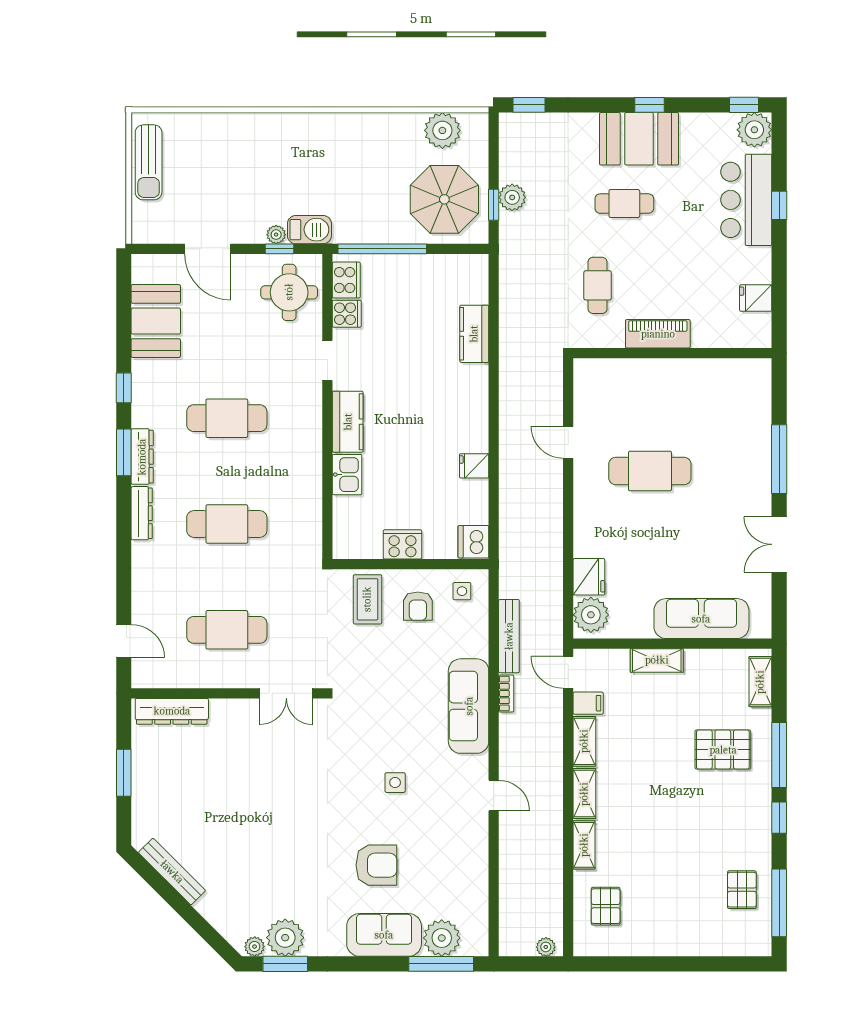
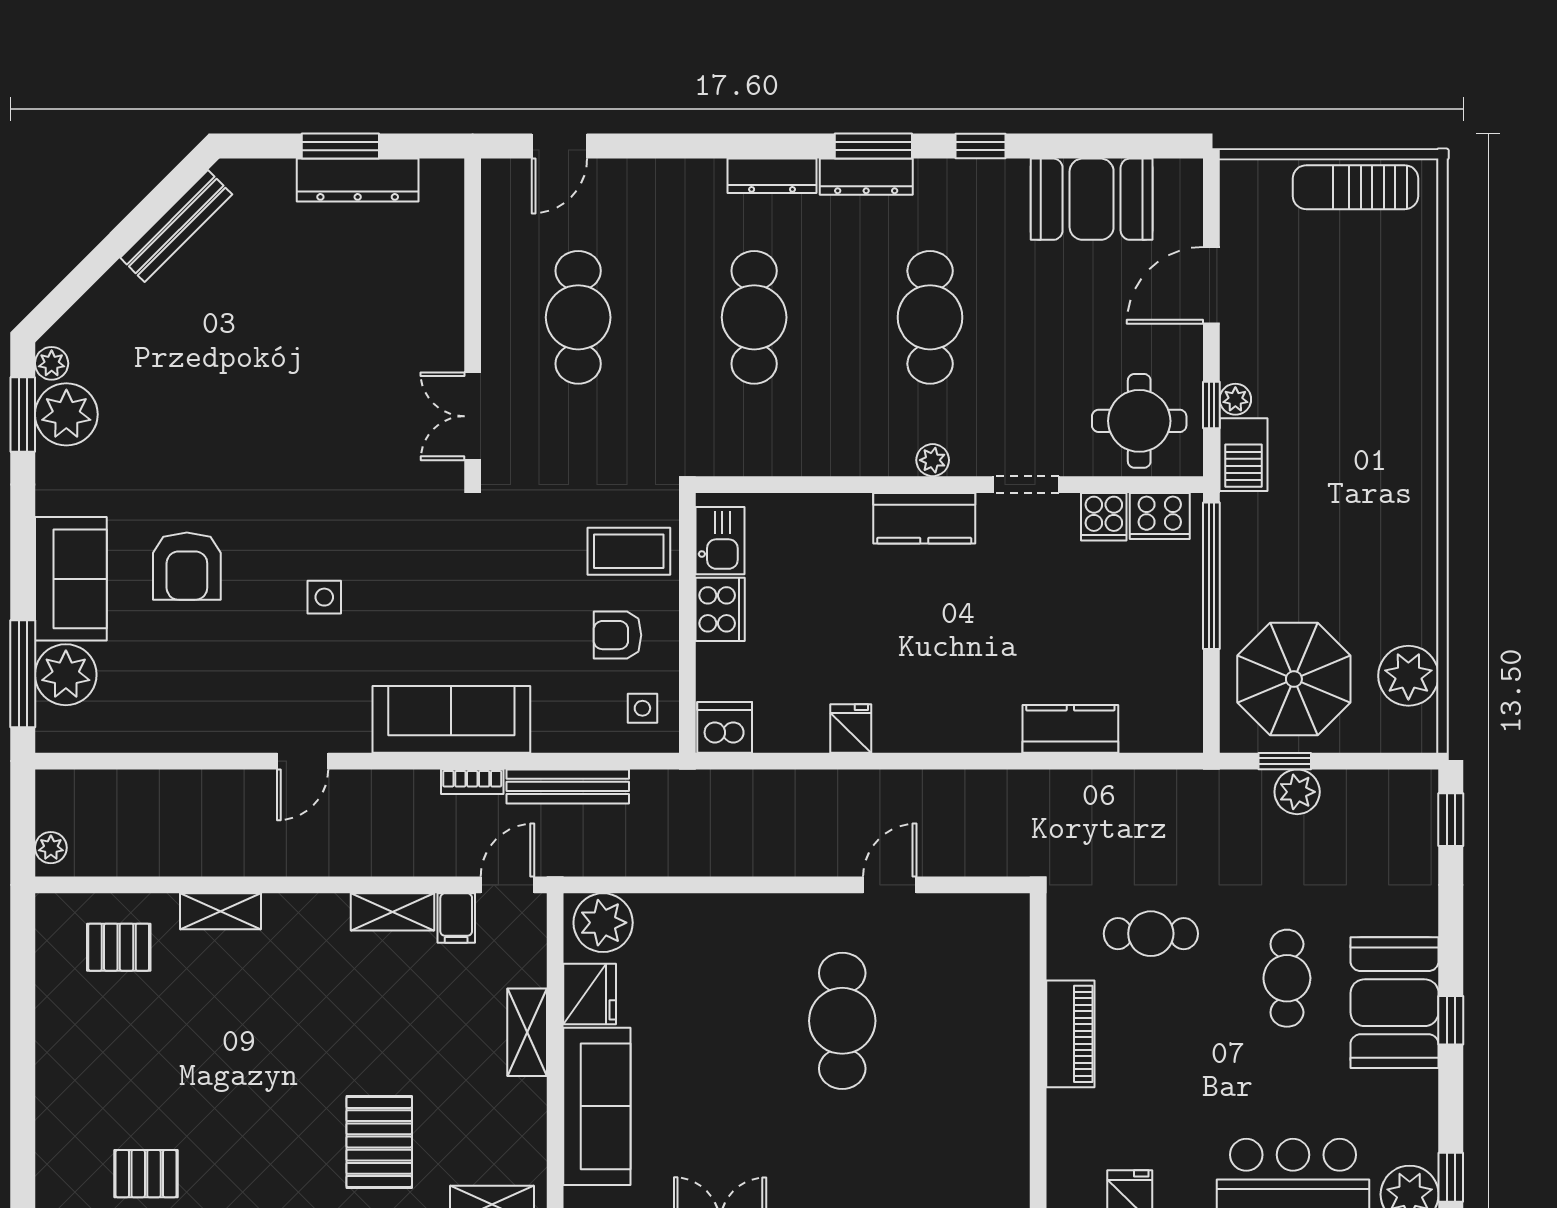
plant: (313, 417) -> (933, 460), added
kitchen sink: (347, 475) -> (720, 541), moved, turned -90
fridge: (589, 577) -> (590, 994), moved, turned -90
dresser: (172, 711) -> (358, 180), moved, turned -90
shelving: (584, 794) -> (306, 912), removed

